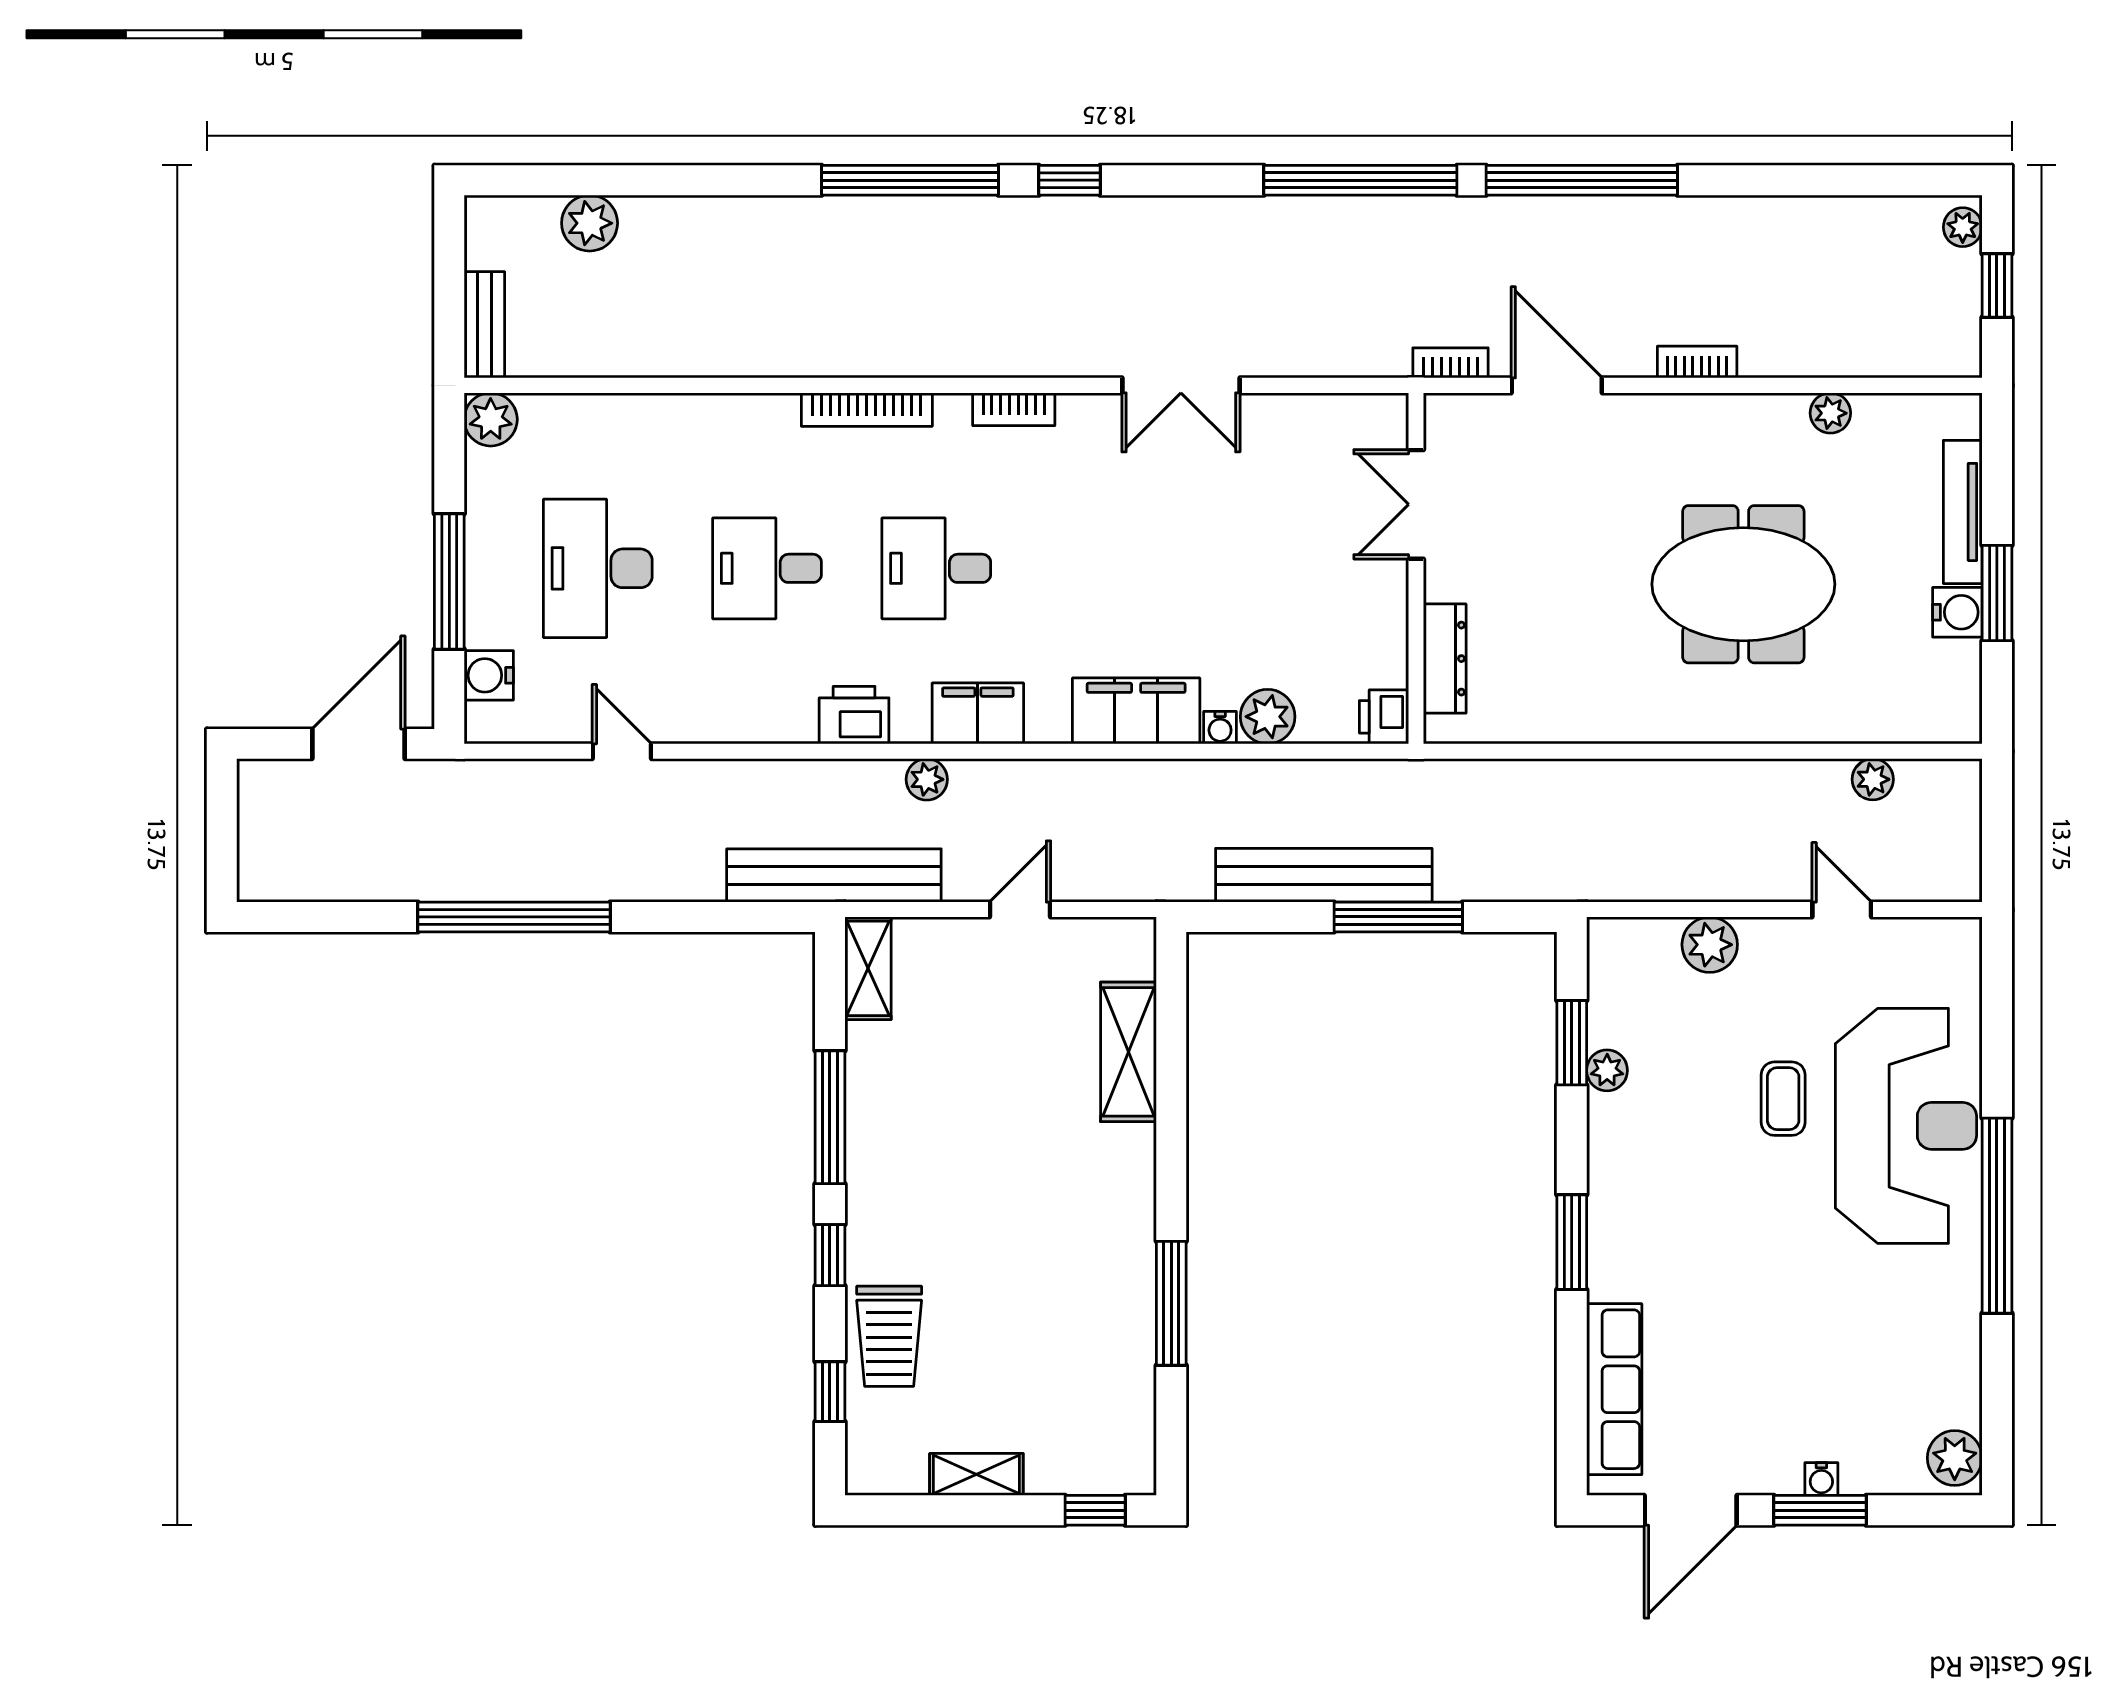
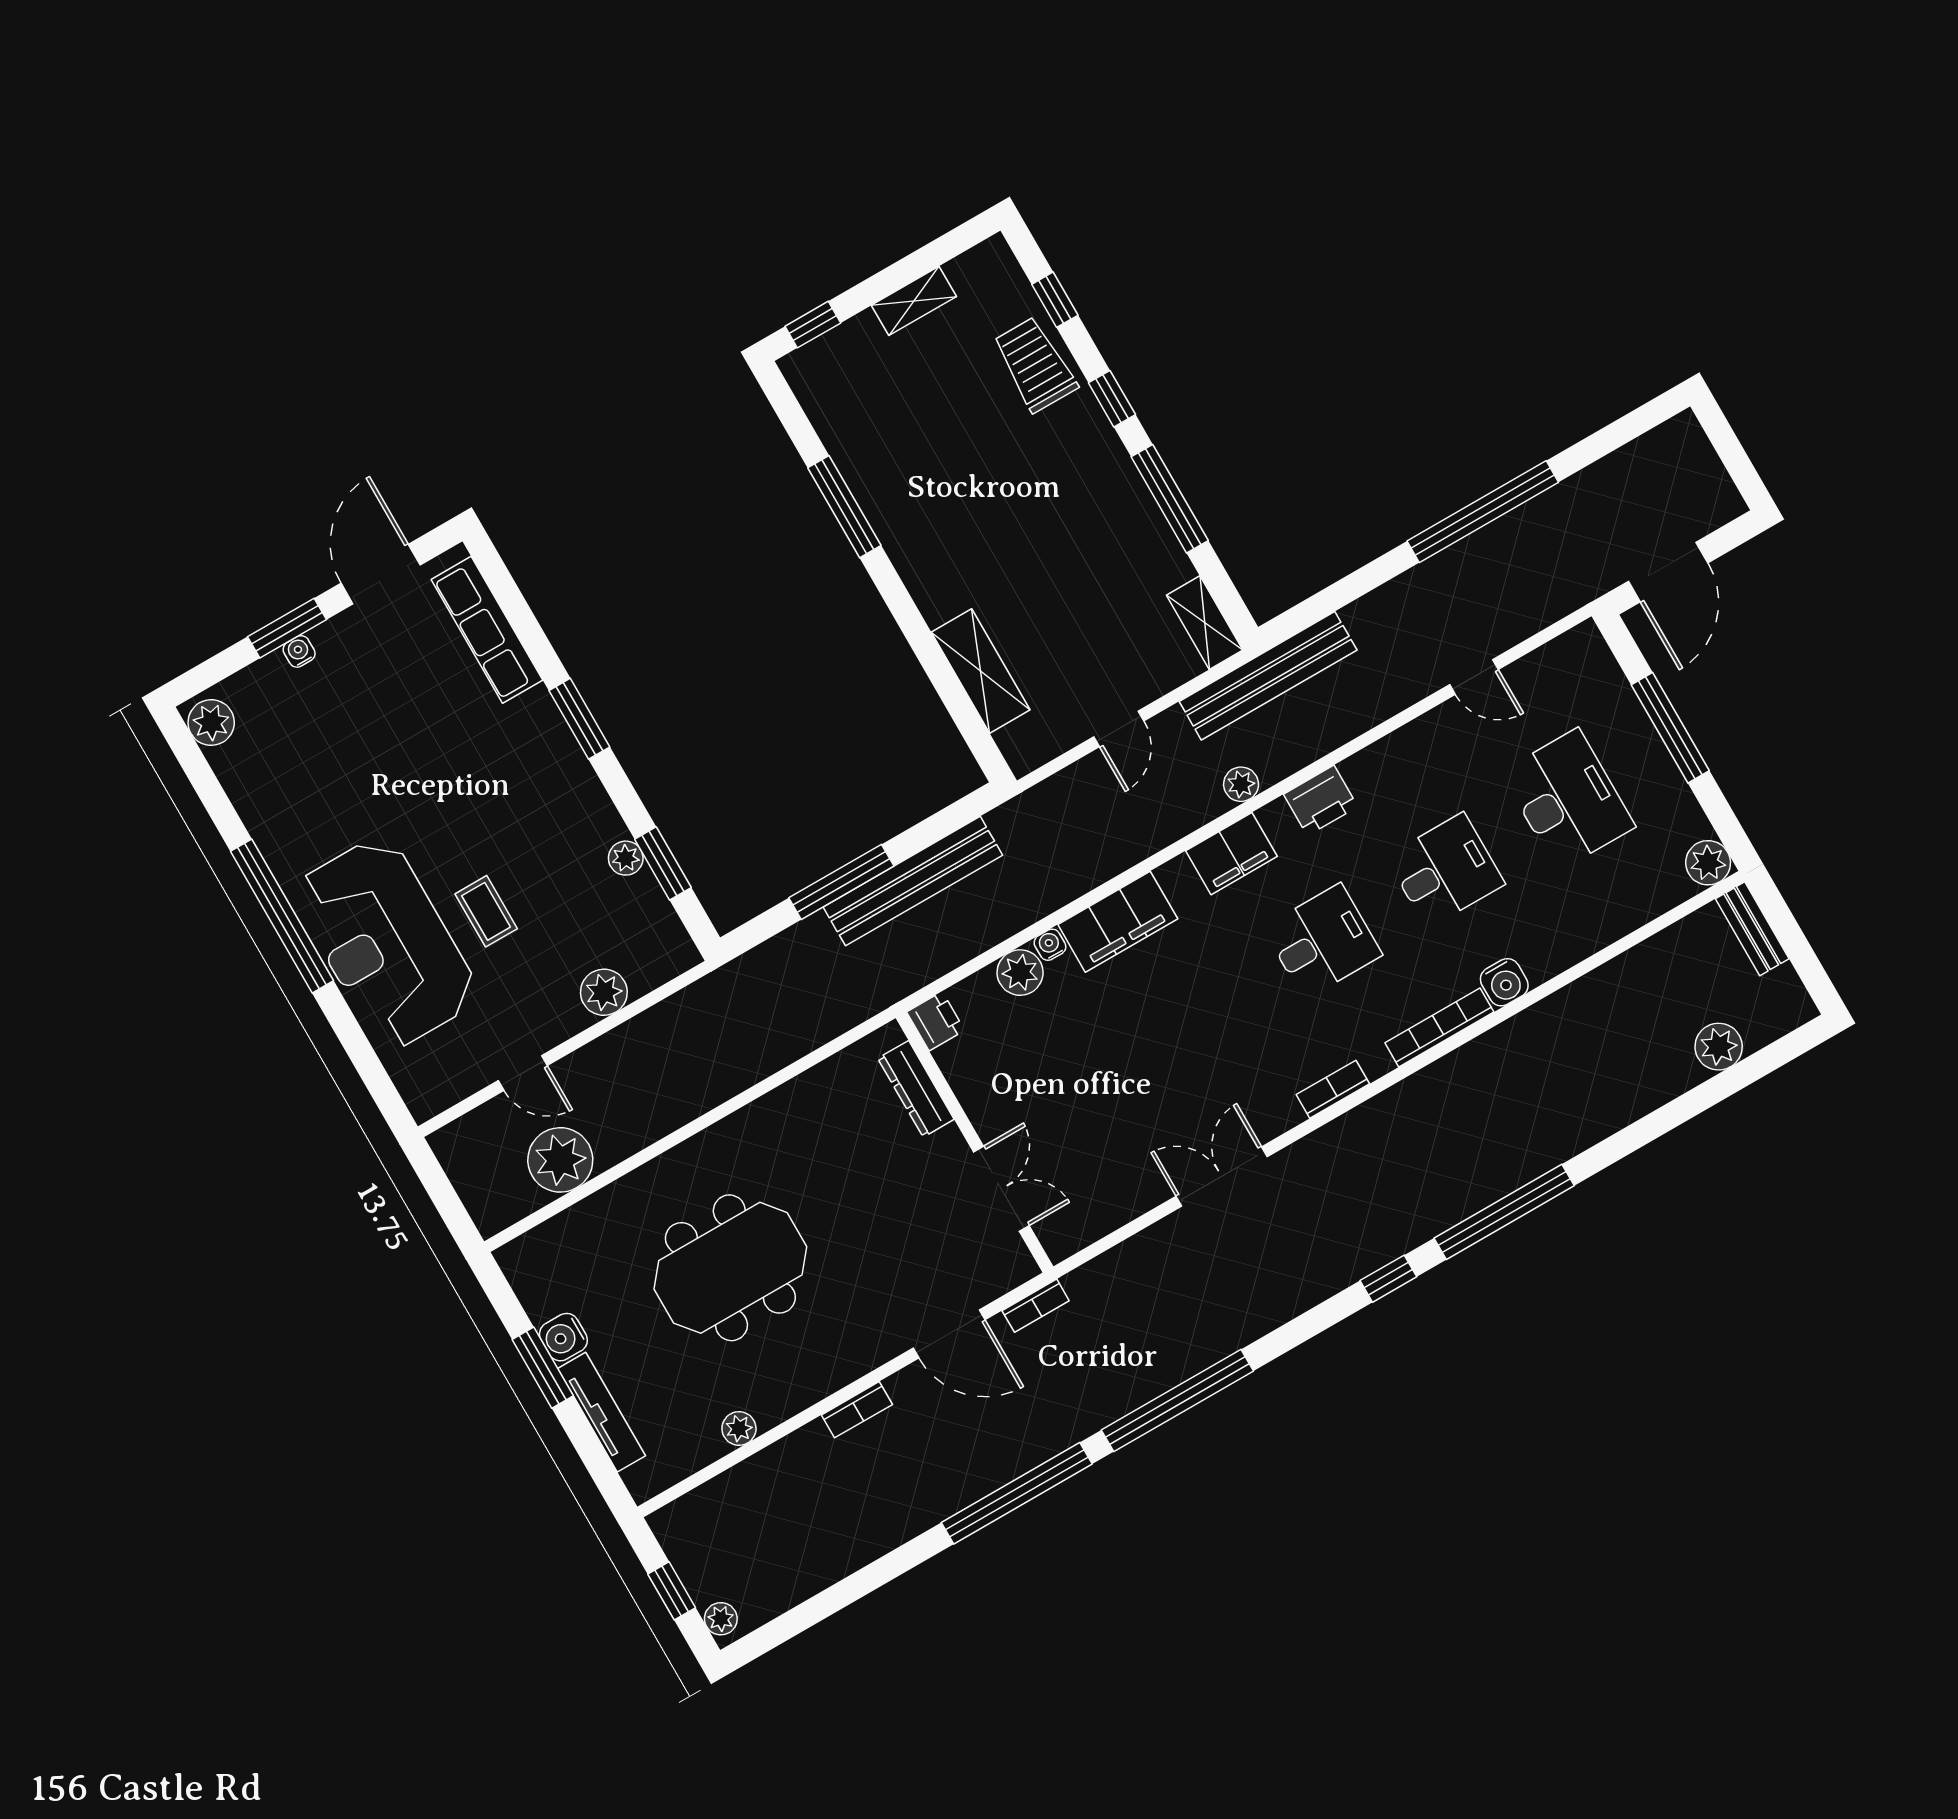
water cooler: (489, 675) -> (1504, 982), moved, turned 90
plant: (1873, 779) -> (560, 1160), width x1.87, depth x1.87

